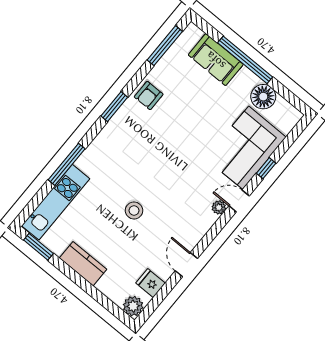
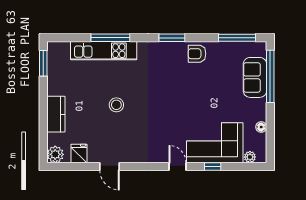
window: (245, 60) -> (270, 76), moved
floor lamp: (263, 97) -> (261, 127), width x0.53, depth x0.53
kitchen unit: (56, 202) -> (104, 51), moved
plant: (219, 207) -> (250, 157), moved
kitchen counter: (83, 264) -> (56, 114), moved
door: (186, 265) -> (110, 166), swing flipped

